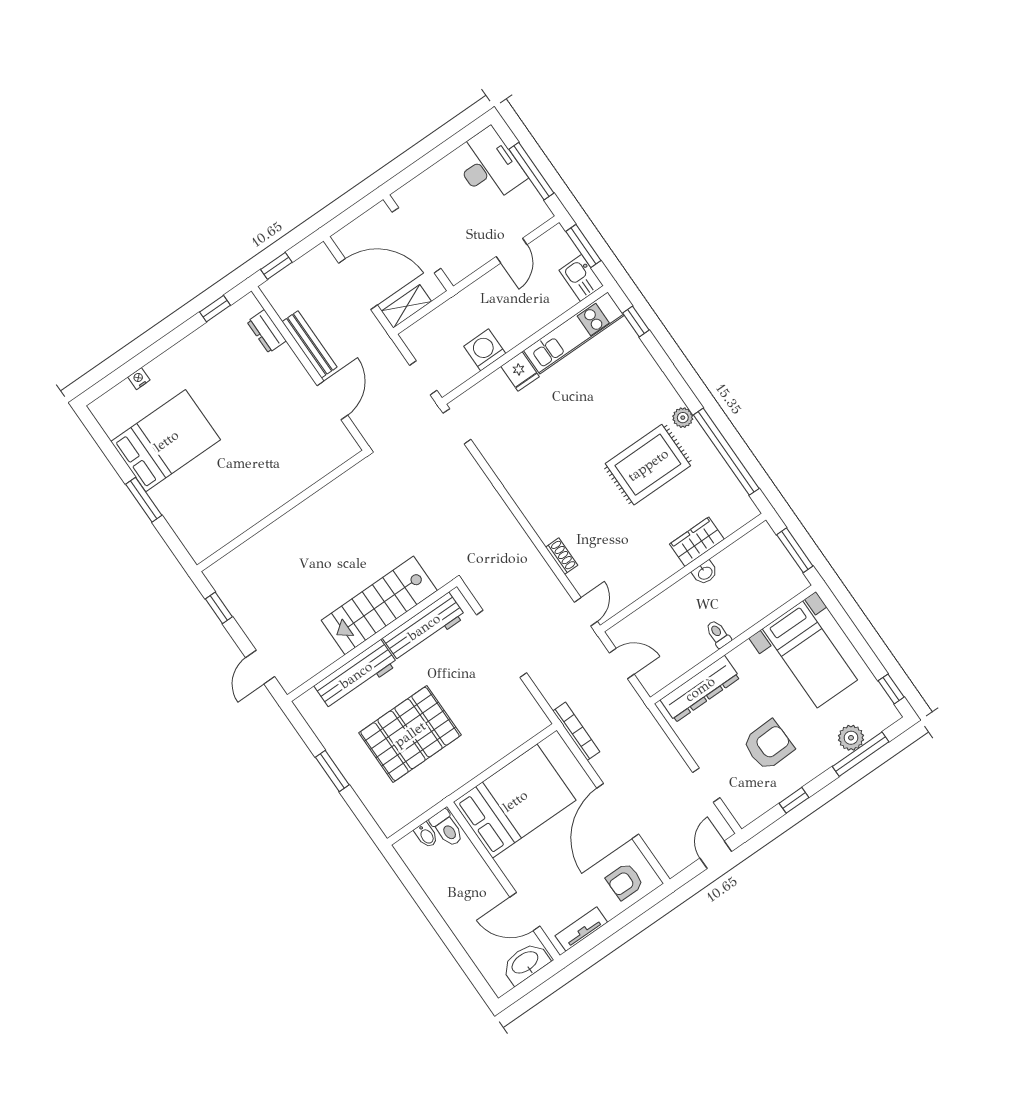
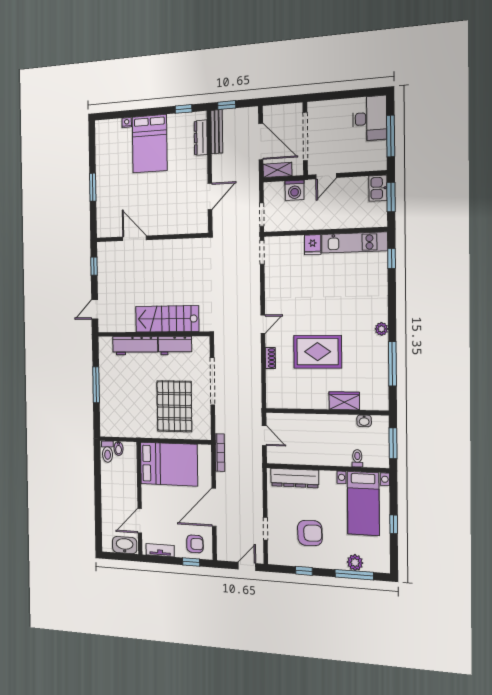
door: (512, 251) -> (326, 176), moved
kitchen sink: (581, 278) -> (378, 188), moved
dresser: (267, 331) -> (201, 138), width x1.44
bench: (310, 344) -> (217, 132), moved
washing machine: (485, 350) -> (295, 190), moved, turned 180
bed: (166, 441) -> (150, 144), moved, turned 90
window: (726, 452) -> (392, 364), width x0.68
rug: (648, 465) -> (318, 352), moved
door: (256, 528) -> (134, 238), added
washbasin: (705, 573) -> (364, 421), moved
door: (586, 612) -> (263, 324), moved
workbench: (424, 627) -> (175, 346), width x0.73
toilet: (718, 634) -> (357, 458), moved
window: (891, 689) -> (394, 524), moved
pallet: (410, 734) -> (174, 406), moved, turned 90
window: (332, 771) -> (96, 385), width x1.44
toilet: (447, 828) -> (107, 452), moved
armchair: (625, 881) -> (195, 544), turned 180
window: (636, 910) -> (191, 562), added
door: (525, 912) -> (140, 521), hinge flipped

